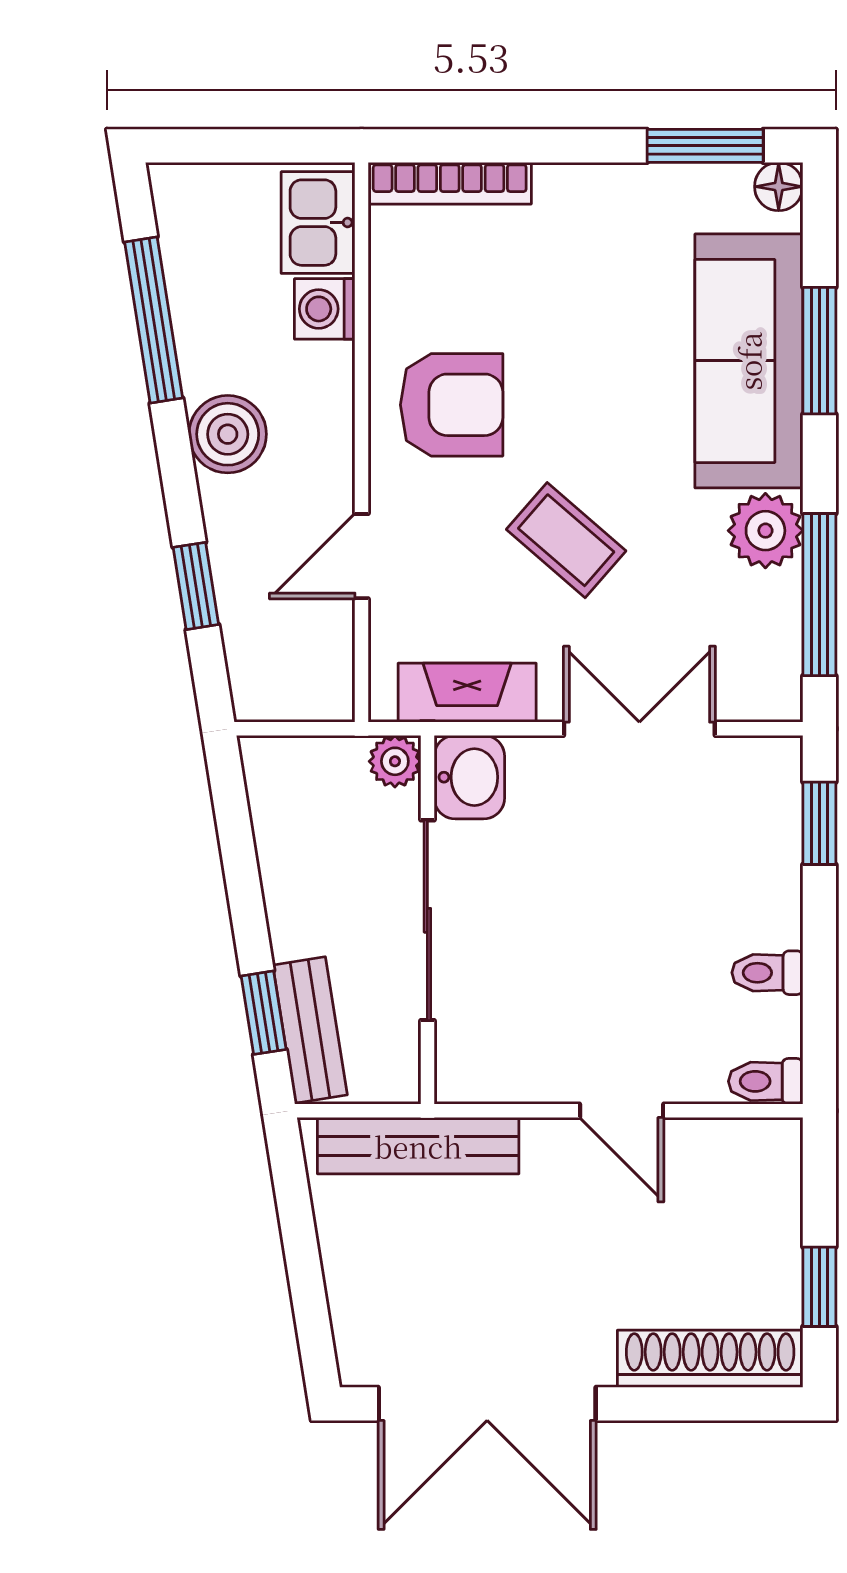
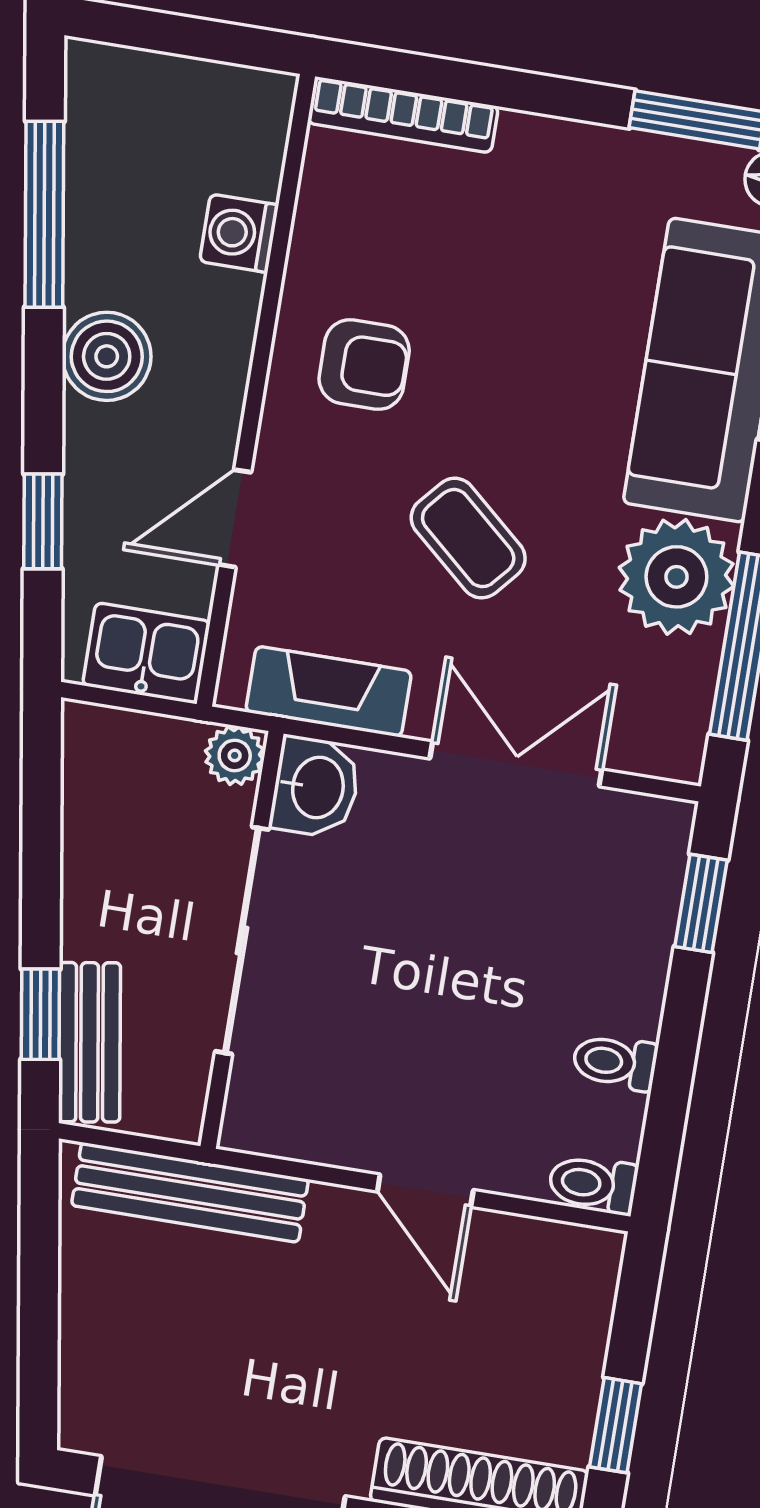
kitchen sink: (318, 223) -> (146, 653), moved, turned 90
armchair: (452, 405) -> (364, 365), width x0.72, depth x0.72
plant: (765, 531) -> (676, 577), width x1.36, depth x1.36

